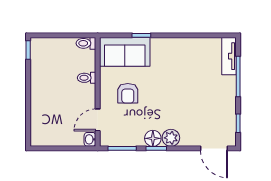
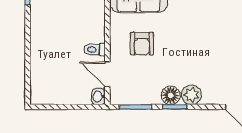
toilet: (87, 78) -> (95, 50), moved
door: (98, 120) -> (107, 74), hinge flipped

